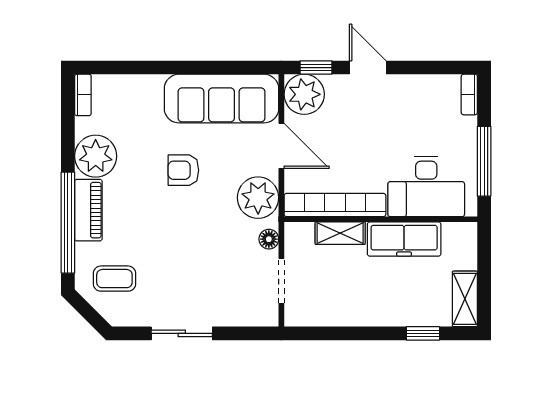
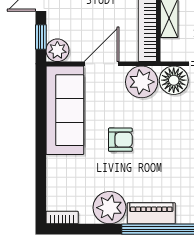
plant: (304, 94) -> (57, 50), width x0.73, depth x0.73
armchair: (183, 170) -> (120, 140), turned -90
floor lamp: (269, 239) -> (174, 80), width x1.89, depth x1.89

